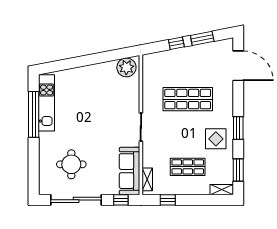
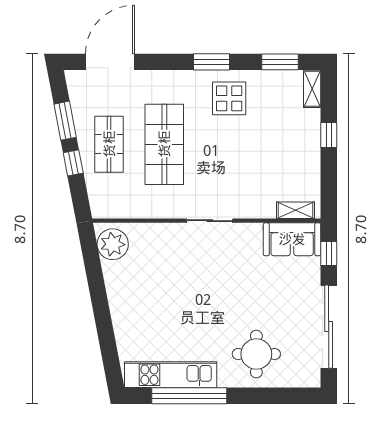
round table: (71, 164) -> (256, 354), moved
shop shelf: (188, 167) -> (109, 144), moved
sofa: (130, 171) -> (292, 239), width x0.73
window: (168, 200) -> (329, 135), moved

